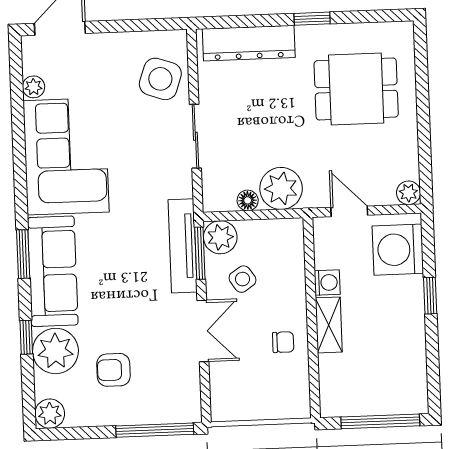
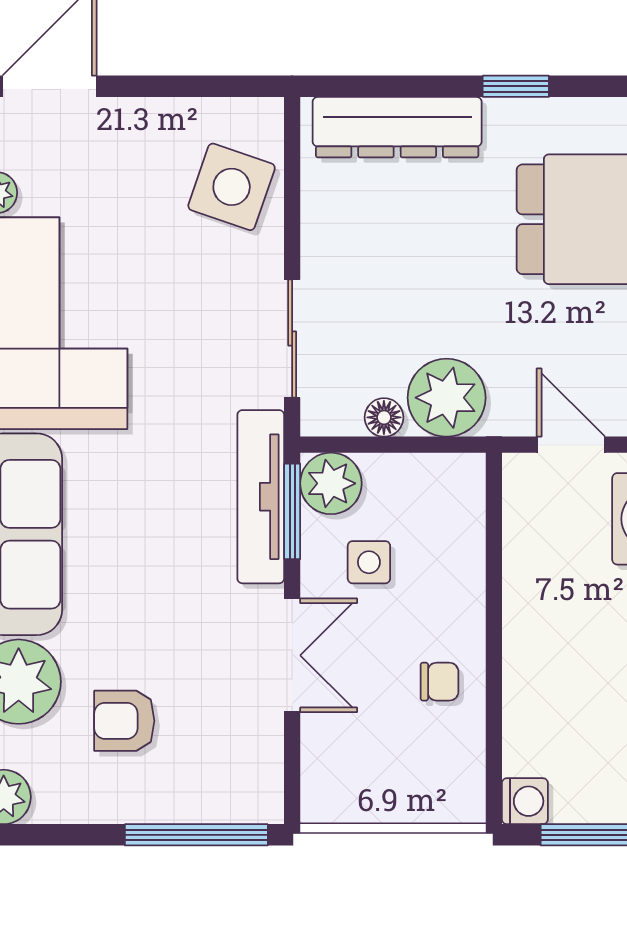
sliding door: (195, 136) -> (292, 338), moved
side table: (242, 279) -> (369, 562), turned 34
washing machine: (327, 282) -> (525, 801), moved
shelving: (329, 325) -> (525, 653), removed

